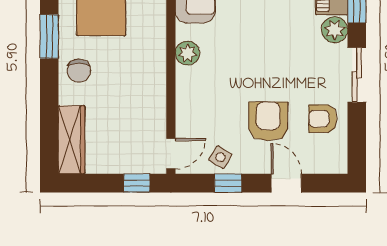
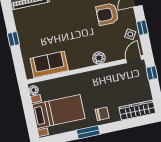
plant: (187, 53) -> (99, 58), moved
door: (171, 154) -> (134, 59), hinge flipped

